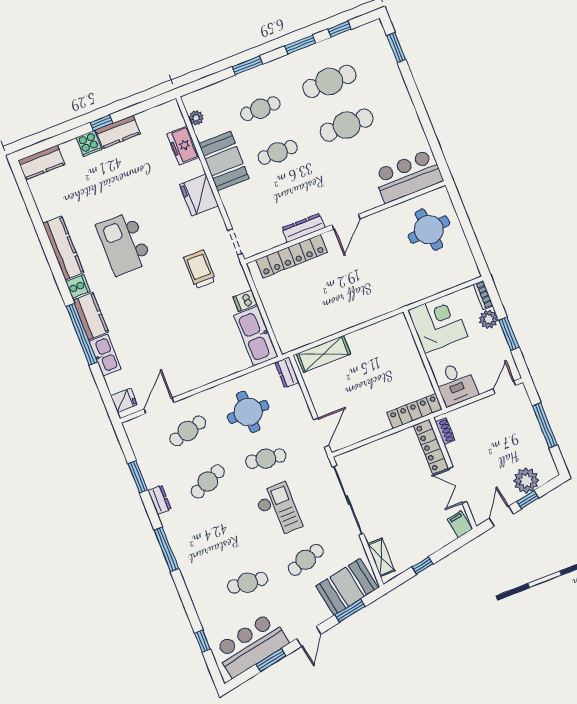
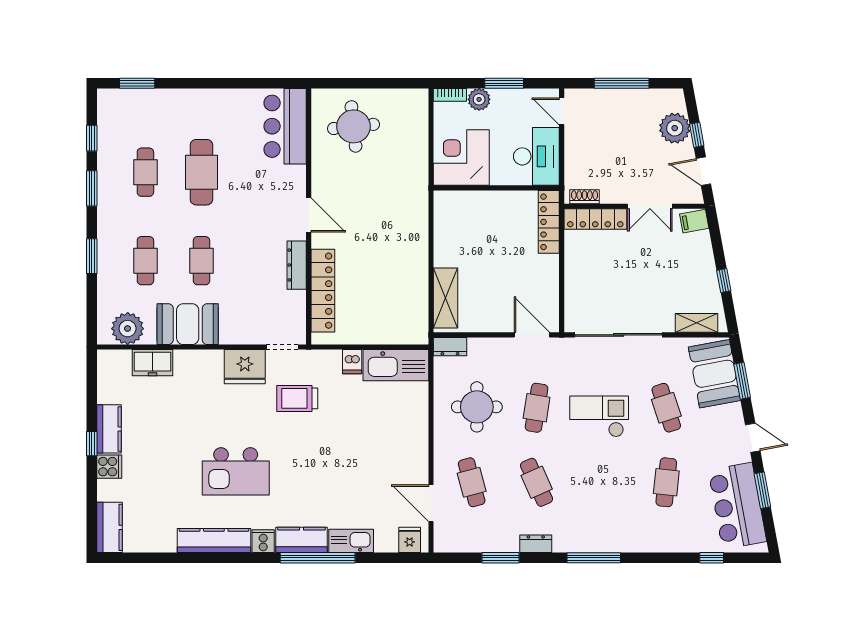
cafe table: (329, 81) -> (145, 172), width x0.73, depth x0.74
plant: (196, 118) -> (128, 329), width x1.87, depth x1.87
fridge: (199, 195) -> (245, 367), moved
desk: (456, 384) -> (536, 156), width x1.37

